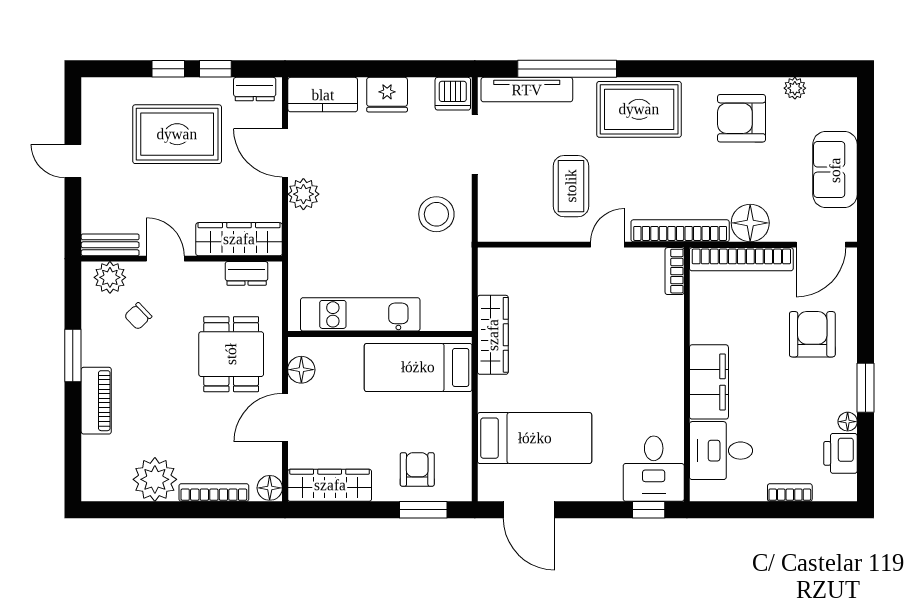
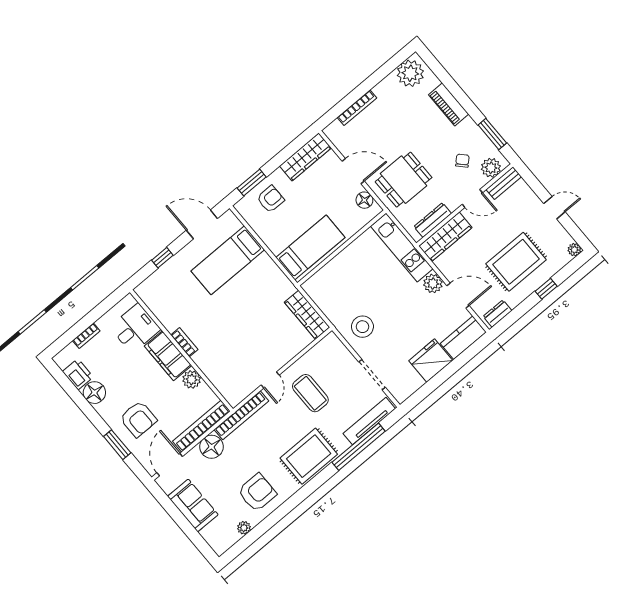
window: (215, 69) -> (524, 307), removed
plant: (92, 88) -> (574, 250), added
dishwasher: (453, 94) -> (402, 390), removed
fridge: (387, 95) -> (431, 361), width x1.36, depth x1.34
bookcase: (675, 271) -> (184, 342), moved
dresser: (247, 273) -> (433, 220), width x1.44
kitchen unit: (360, 314) -> (402, 247), moved, turned 90
plant: (705, 328) -> (192, 379), added
wardrobe: (493, 335) -> (307, 315), moved
dining table: (231, 354) -> (404, 180), turned 90
window: (73, 356) -> (492, 134), moved
window: (865, 388) -> (117, 445), moved
door: (285, 418) -> (353, 171), hinge flipped
floor lamp: (848, 422) -> (94, 393), width x1.89, depth x1.89
armchair: (417, 469) -> (270, 199), turned -90
desk: (654, 469) -> (160, 293), removed
plant: (155, 479) -> (410, 73), moved
floor lamp: (270, 488) -> (333, 132), removed
window: (649, 510) -> (162, 258), moved

